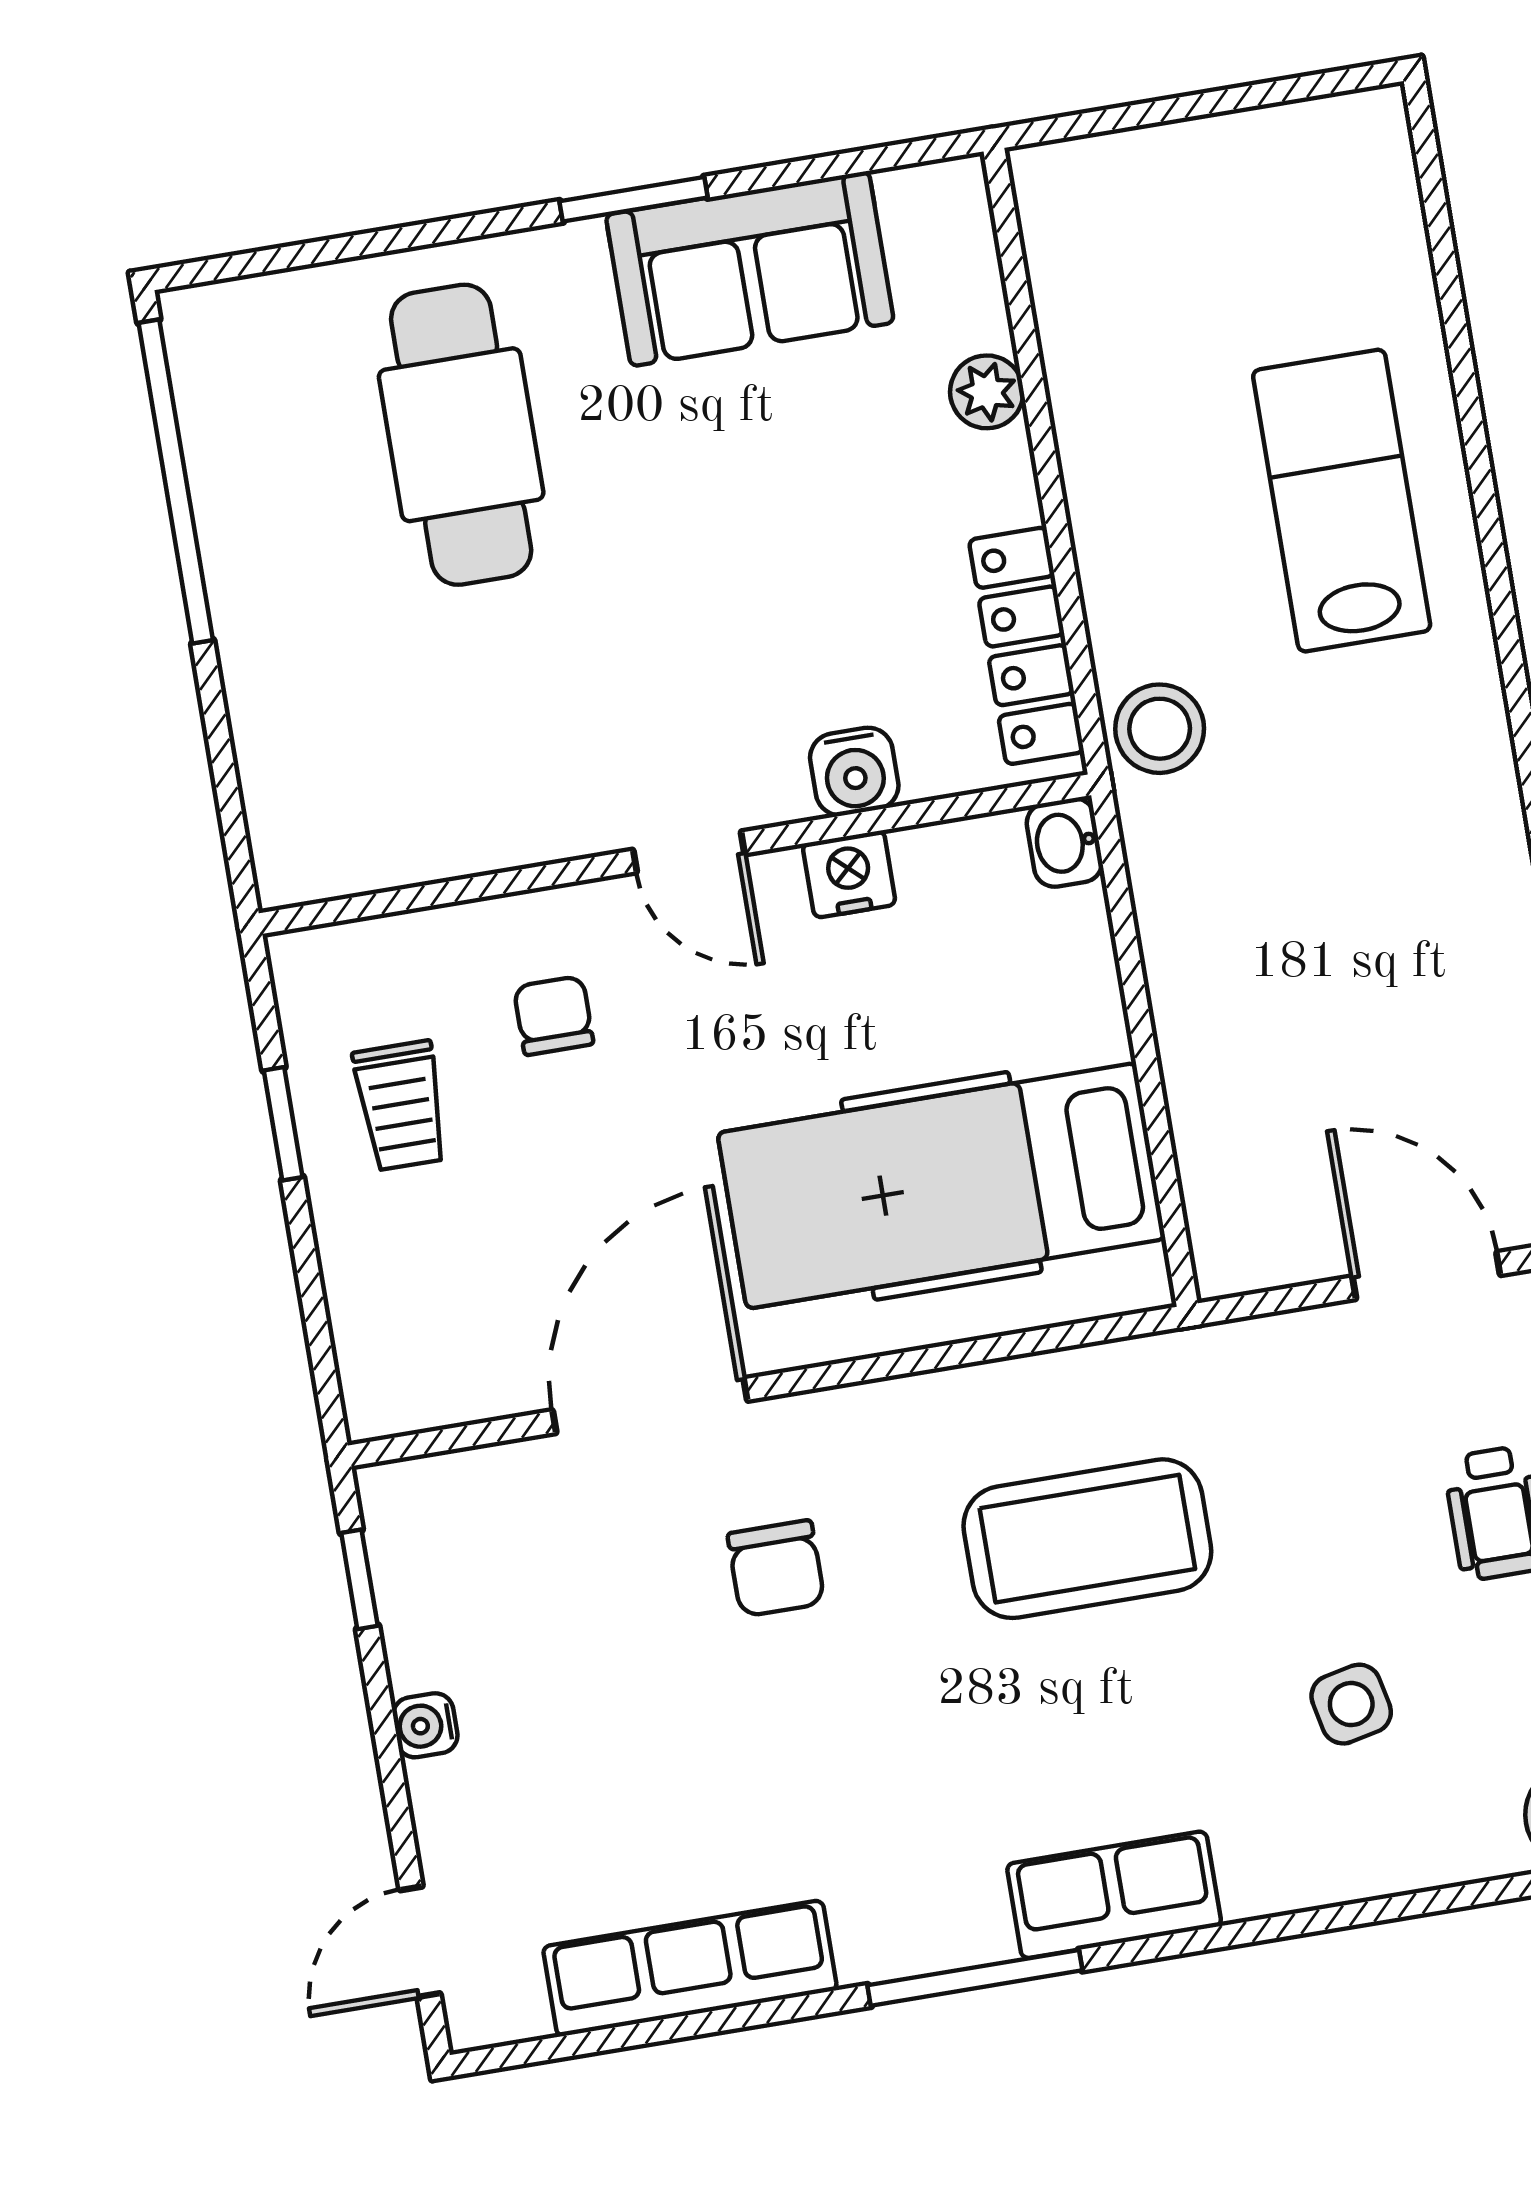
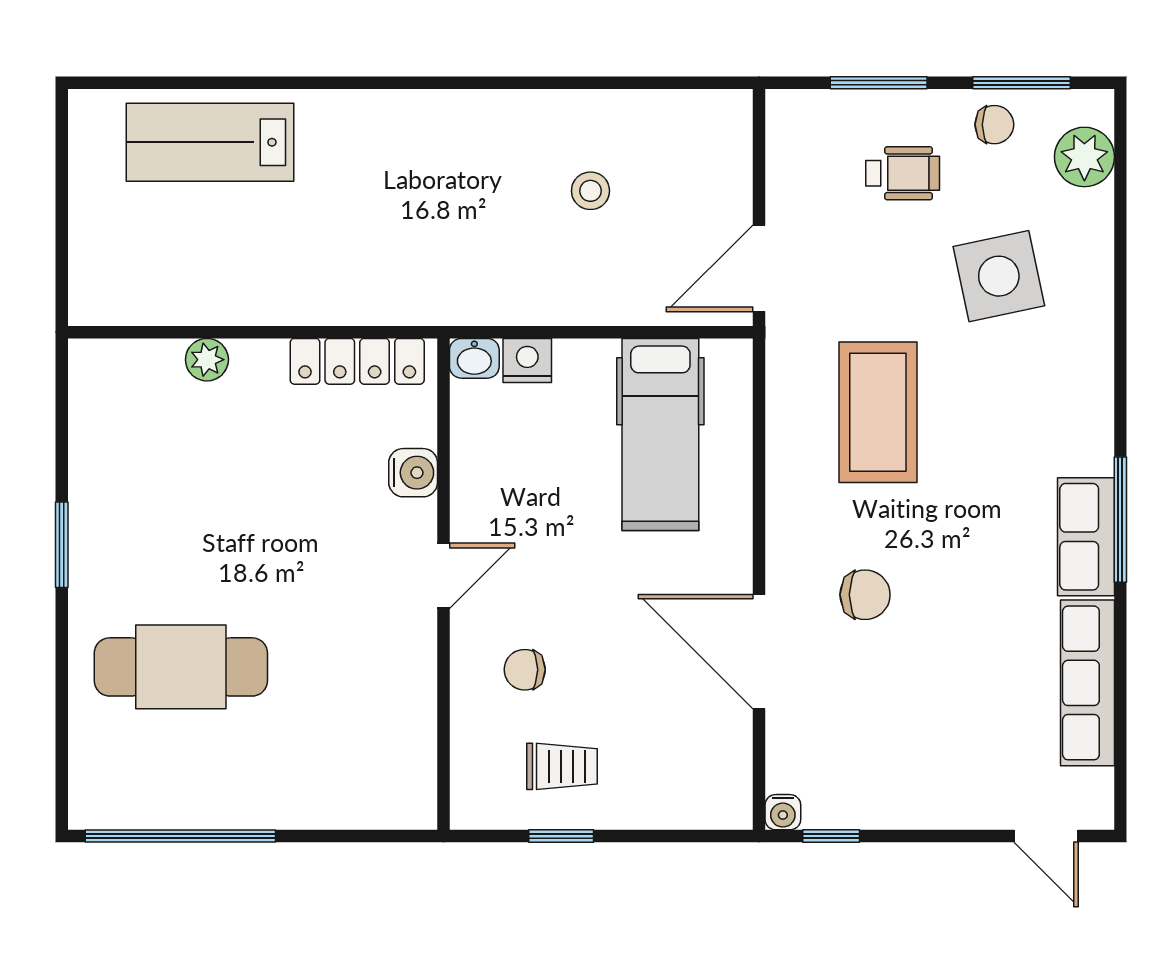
sofa: (750, 269) -> (113, 484), removed
lab bench: (1342, 501) -> (210, 142), moved
stool: (1160, 729) -> (590, 191), moved, width x0.73, depth x0.73
nightstand: (849, 874) -> (527, 360), moved, turned 90
hospital bed: (941, 1186) -> (660, 434), width x0.73, depth x0.78
door: (1426, 1276) -> (759, 268), moved
side table: (1351, 1704) -> (999, 276), width x1.87, depth x1.87
water cooler: (425, 1725) -> (783, 812), moved
row of seats: (1114, 1895) -> (1086, 537), moved

